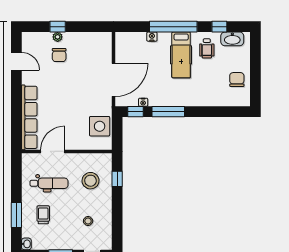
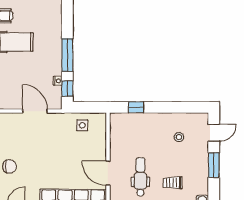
door: (113, 80) -> (35, 111), width x0.73
side table: (100, 126) -> (82, 125), width x0.54, depth x0.54
stool: (91, 181) -> (138, 134), removed

